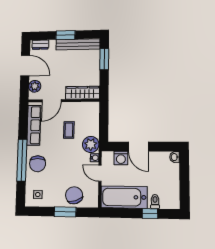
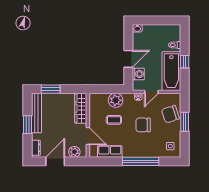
row of seats: (34, 125) -> (110, 152), width x0.68
plant: (91, 144) -> (116, 100), moved
chair: (38, 164) -> (143, 125), moved, turned 180
window: (150, 214) -> (185, 62), moved

